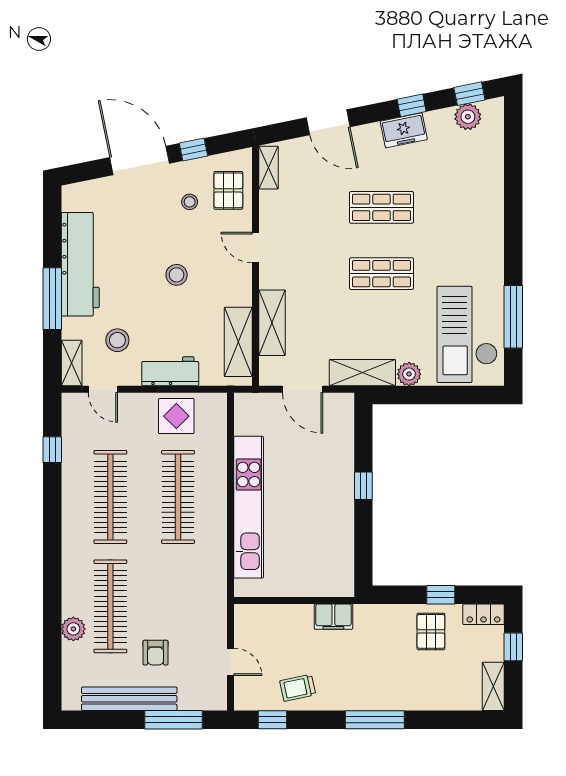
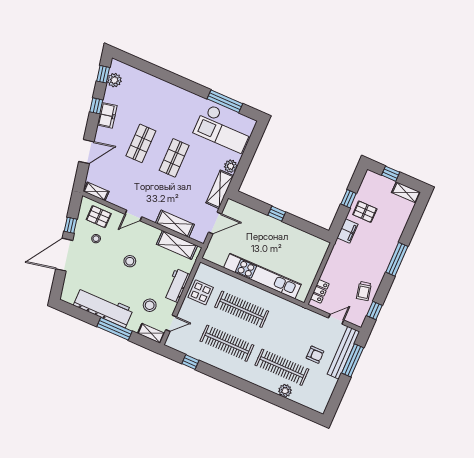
locker: (484, 614) -> (320, 291), moved
filing cabinet: (333, 617) -> (348, 231), moved
bench: (129, 699) -> (343, 353), moved

